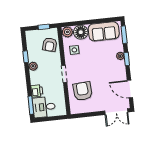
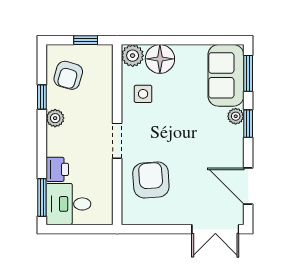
sofa: (104, 31) -> (226, 75), moved, turned 90
armchair: (50, 45) -> (68, 75), moved

